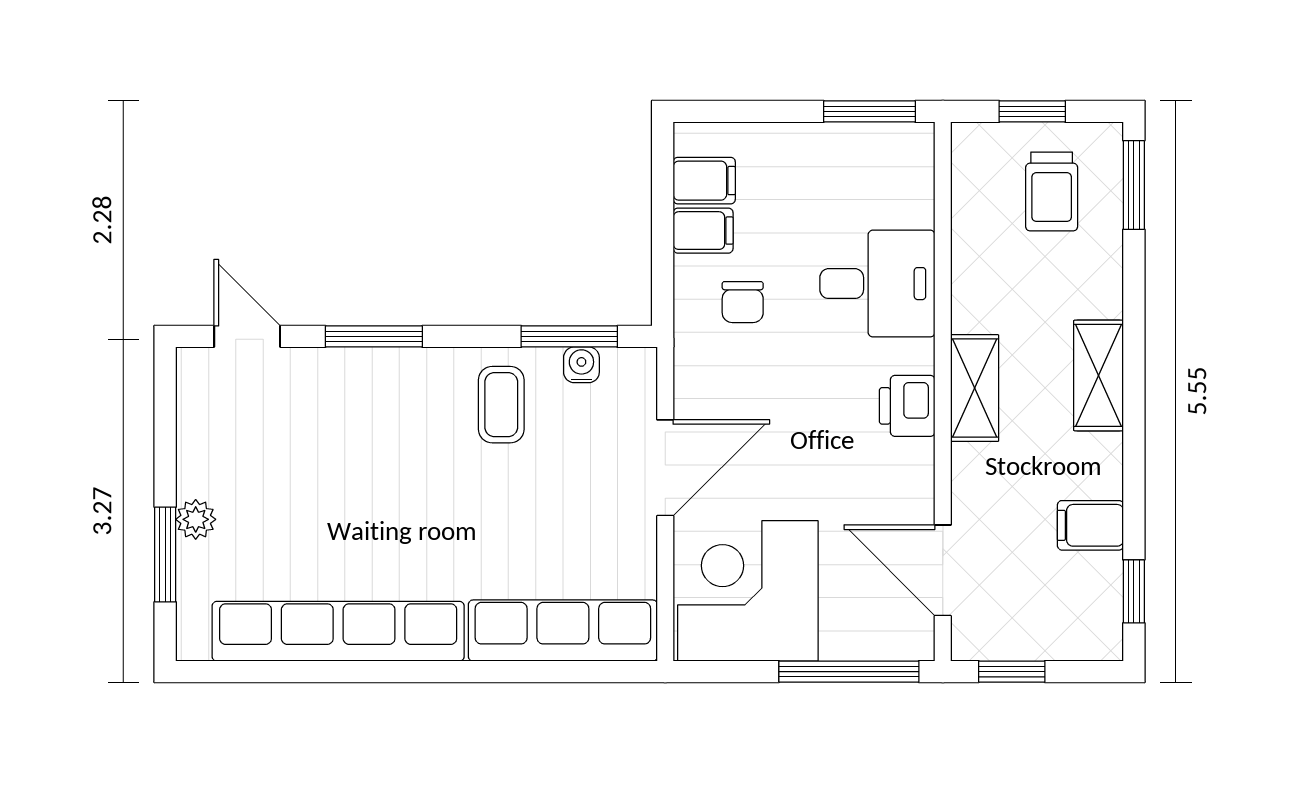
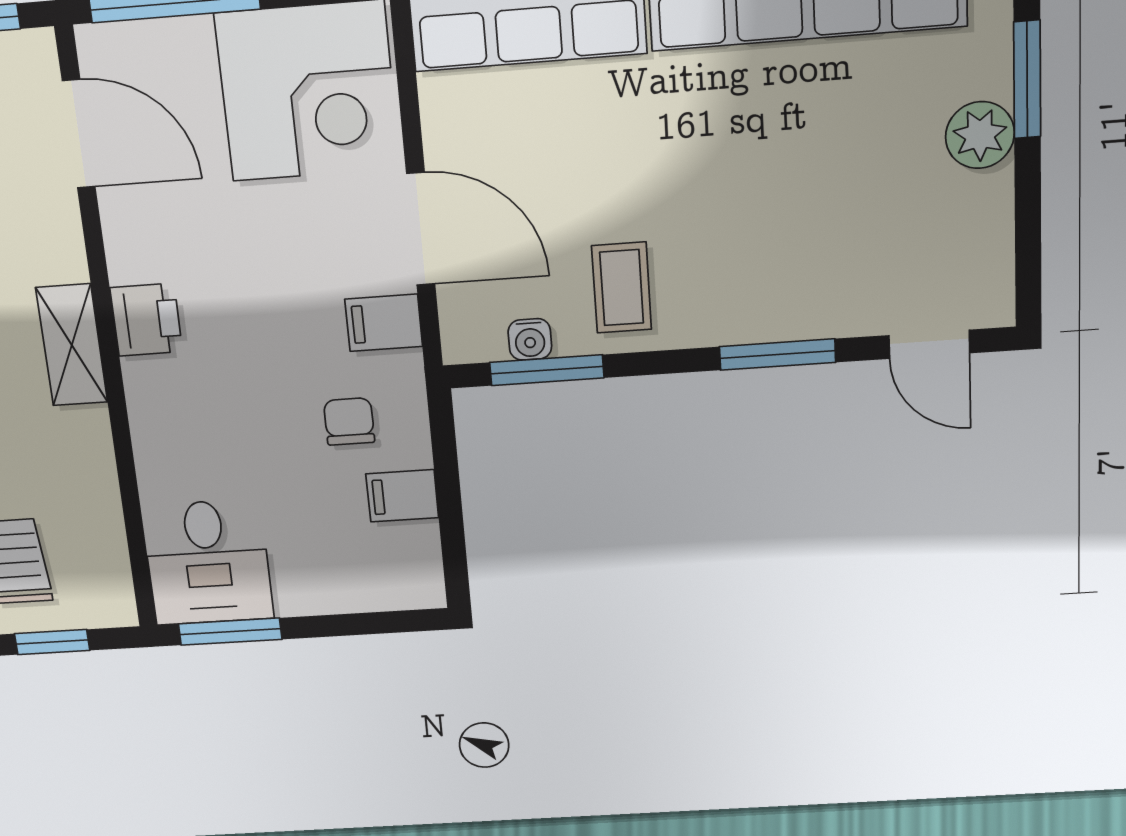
filing cabinet: (704, 181) -> (384, 323), moved
desk: (877, 284) -> (208, 562), moved, turned -90
door: (665, 468) -> (421, 229), swing flipped
plant: (196, 519) -> (980, 135), width x1.38, depth x1.38

